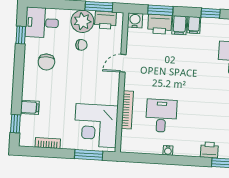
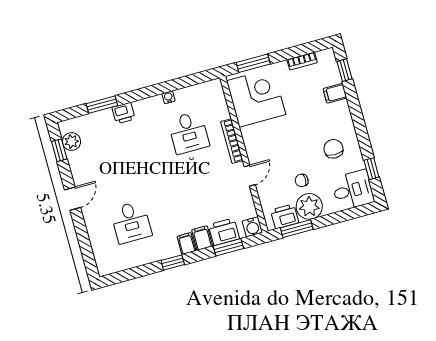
bookcase: (127, 110) -> (232, 141), moved

